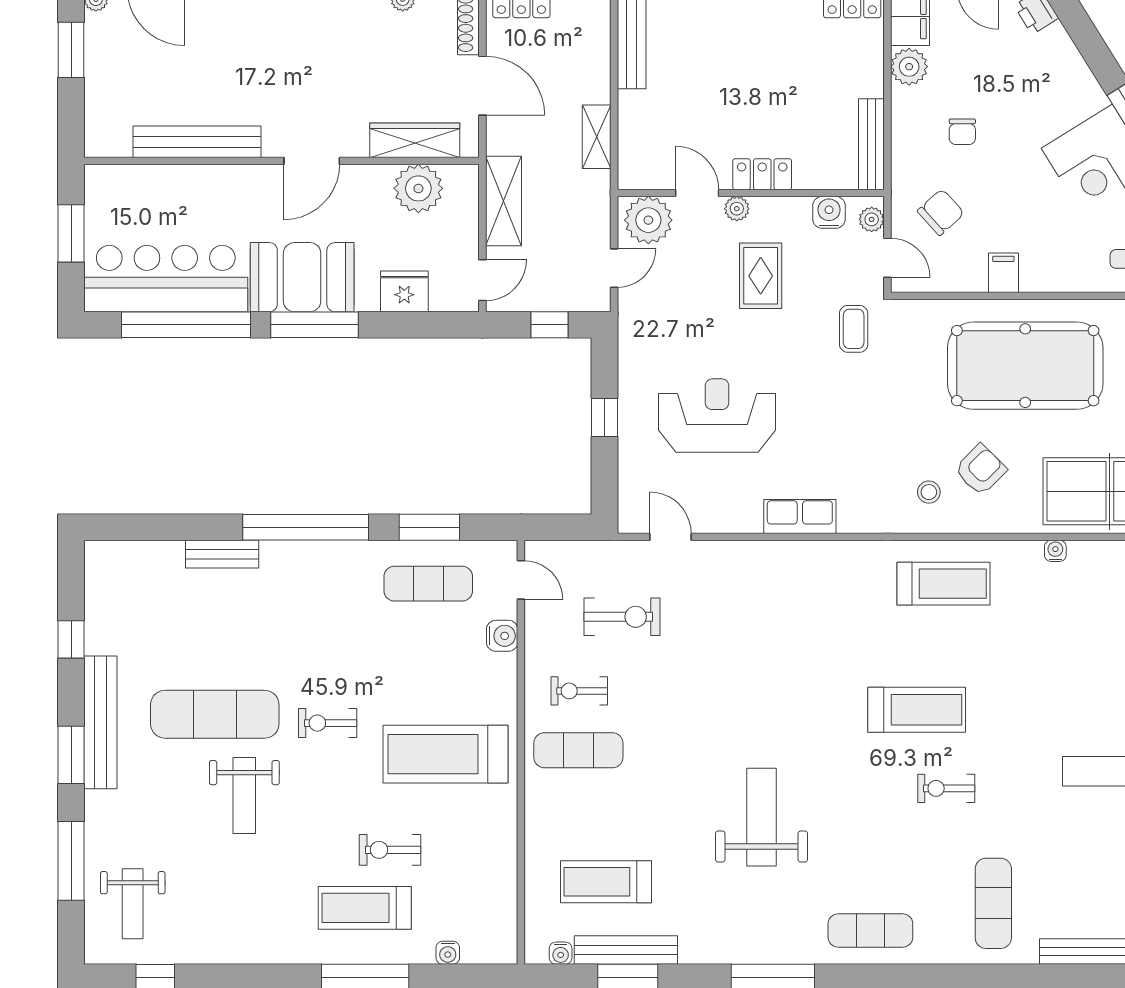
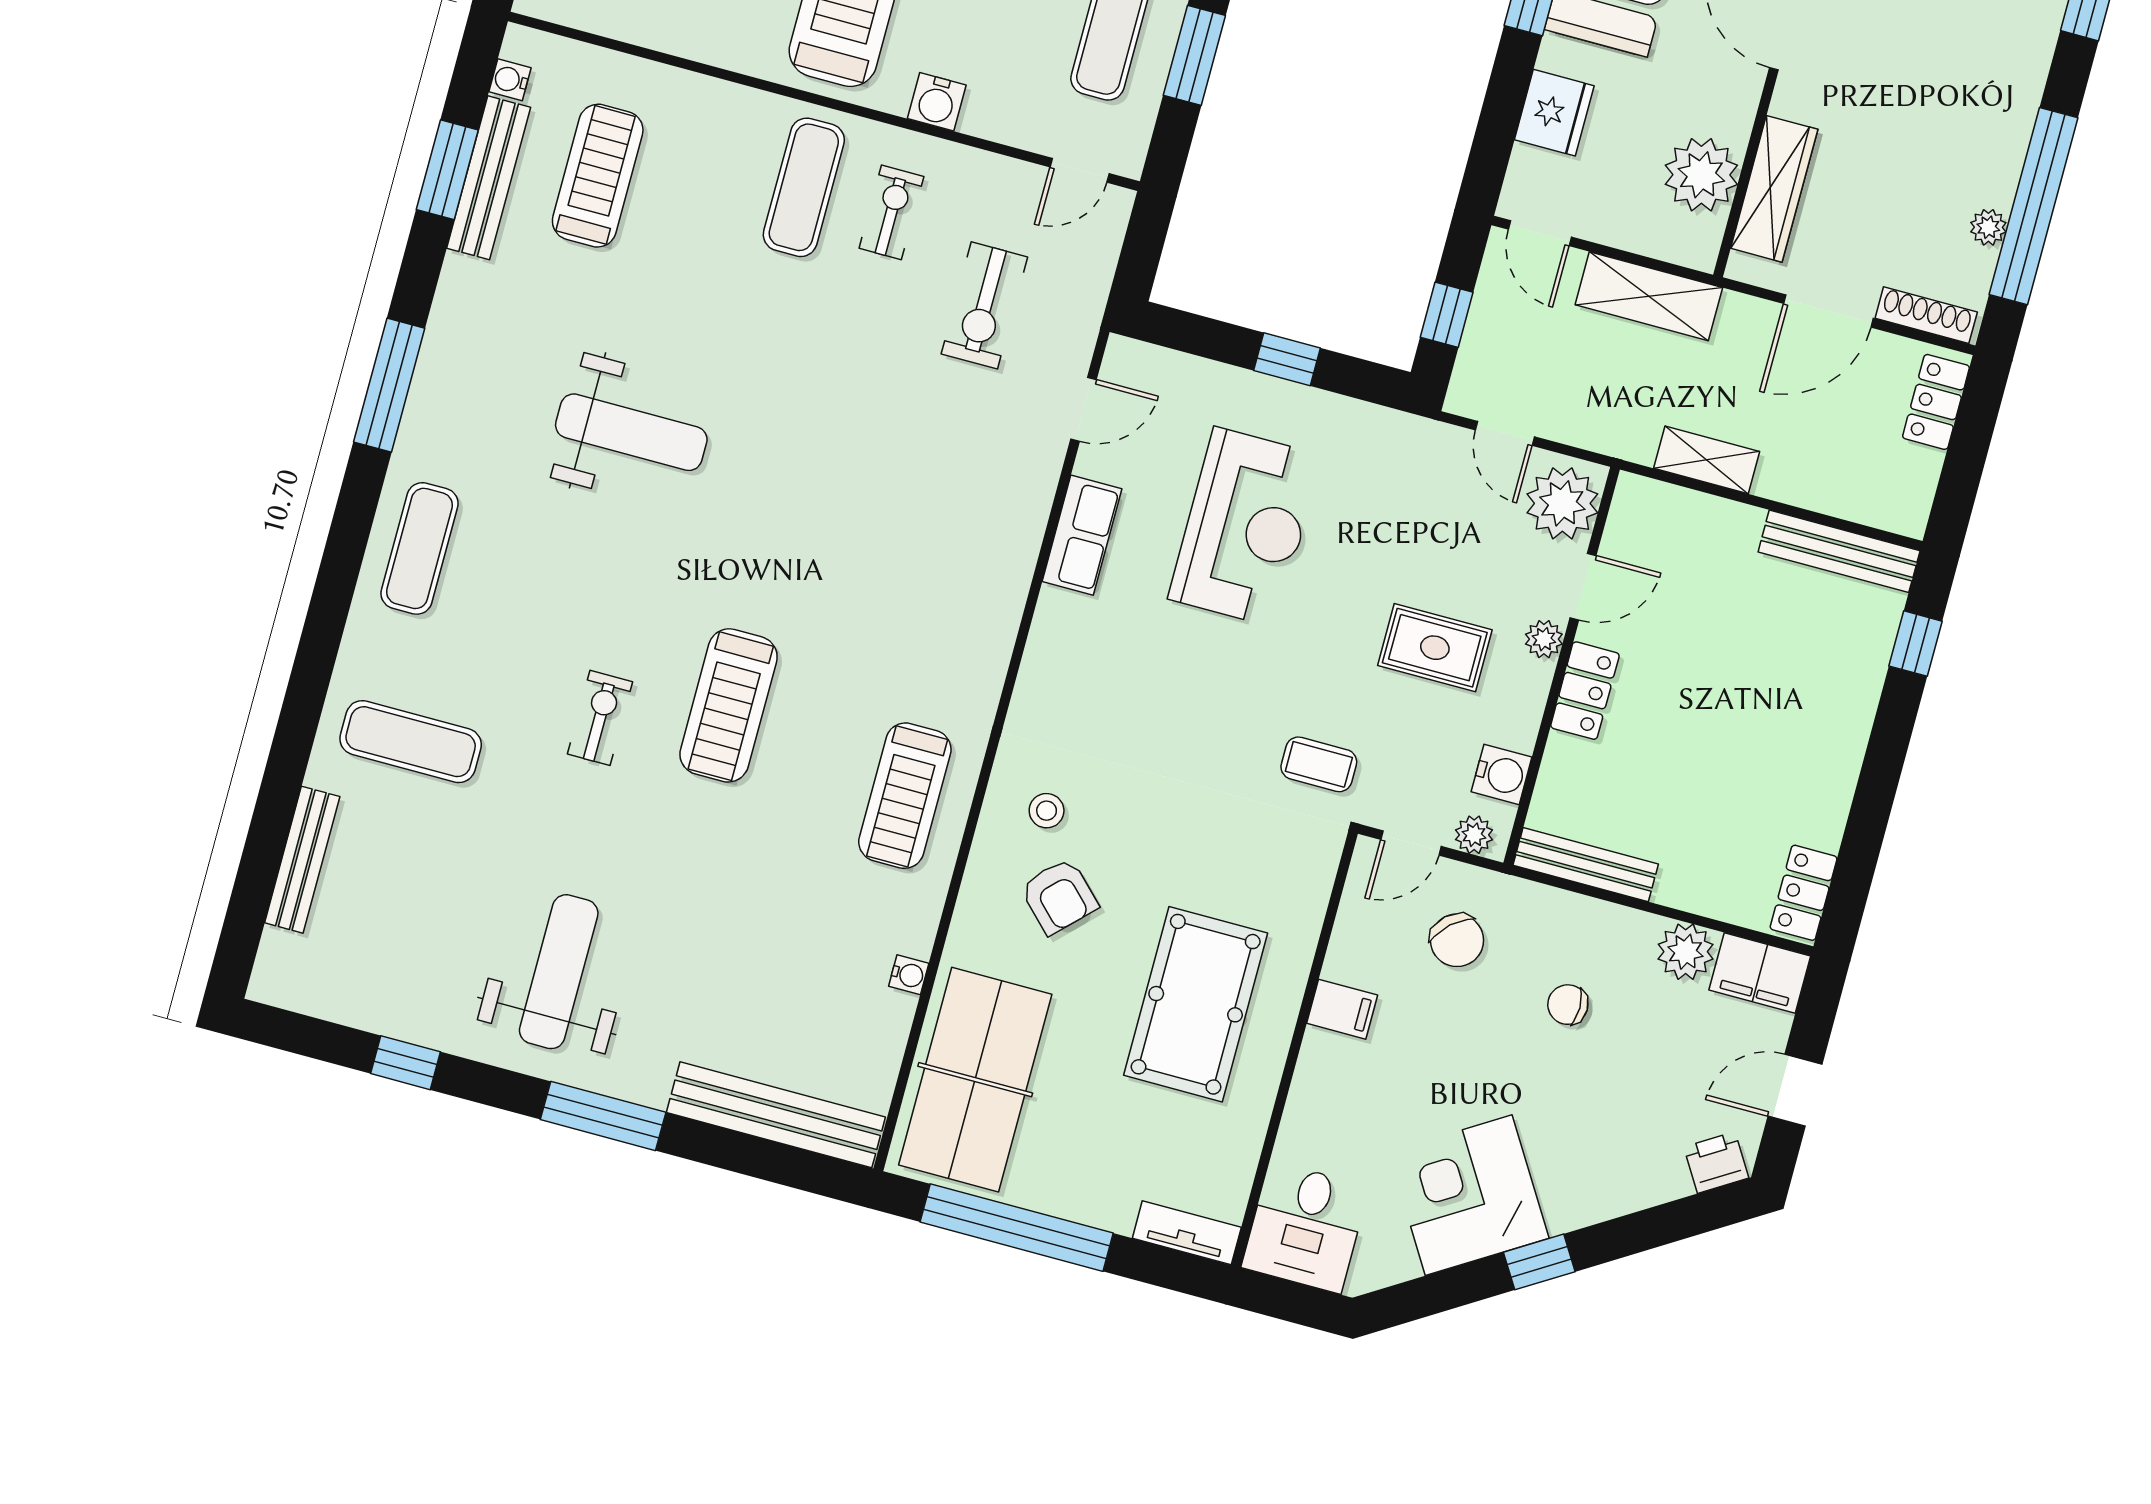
pool table: (1025, 366) -> (1196, 1004), width x0.73, depth x0.76
row of seats: (800, 517) -> (1082, 535), moved
water cooler: (502, 636) -> (937, 102), moved

